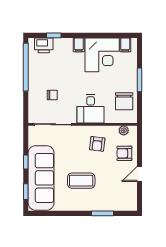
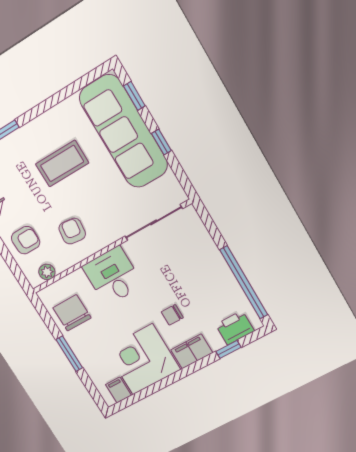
filing cabinet: (79, 45) -> (192, 351), width x2.00
chair: (52, 95) -> (172, 315), moved

